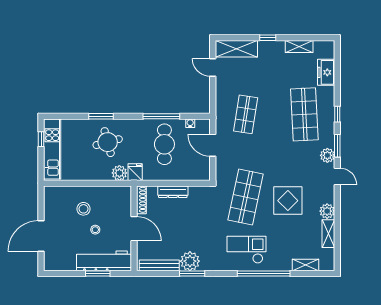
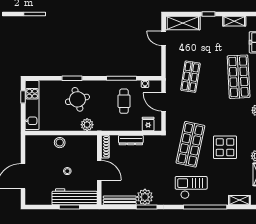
cafe table: (164, 144) -> (124, 101), width x0.73, depth x0.74
fridge: (135, 172) -> (148, 124), moved
stool: (83, 209) -> (60, 143), moved

